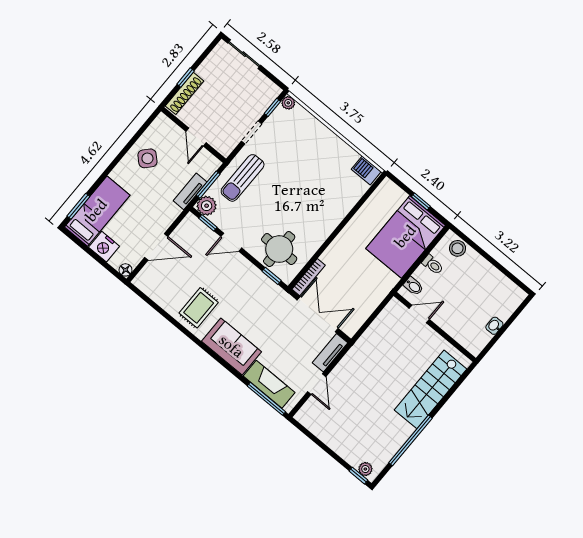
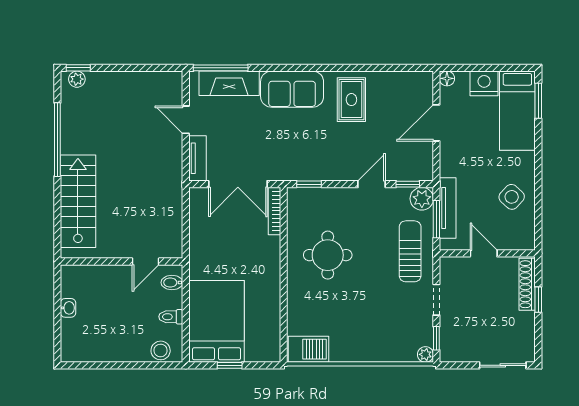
barbecue: (366, 171) -> (308, 349), width x1.38, depth x1.27
tv unit: (190, 191) -> (448, 208), width x1.41
round table: (279, 249) -> (328, 255), moved

